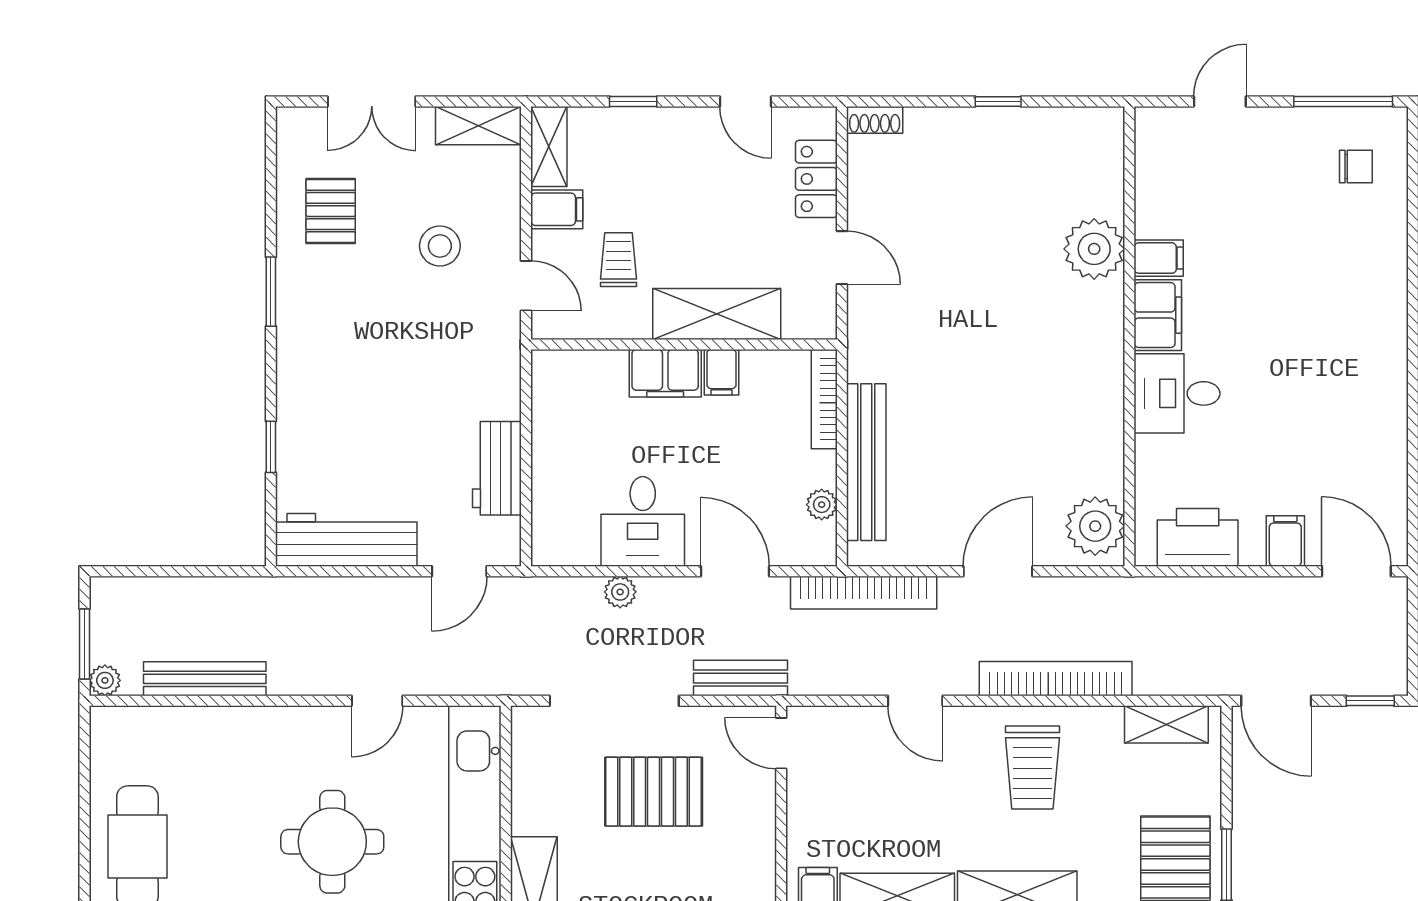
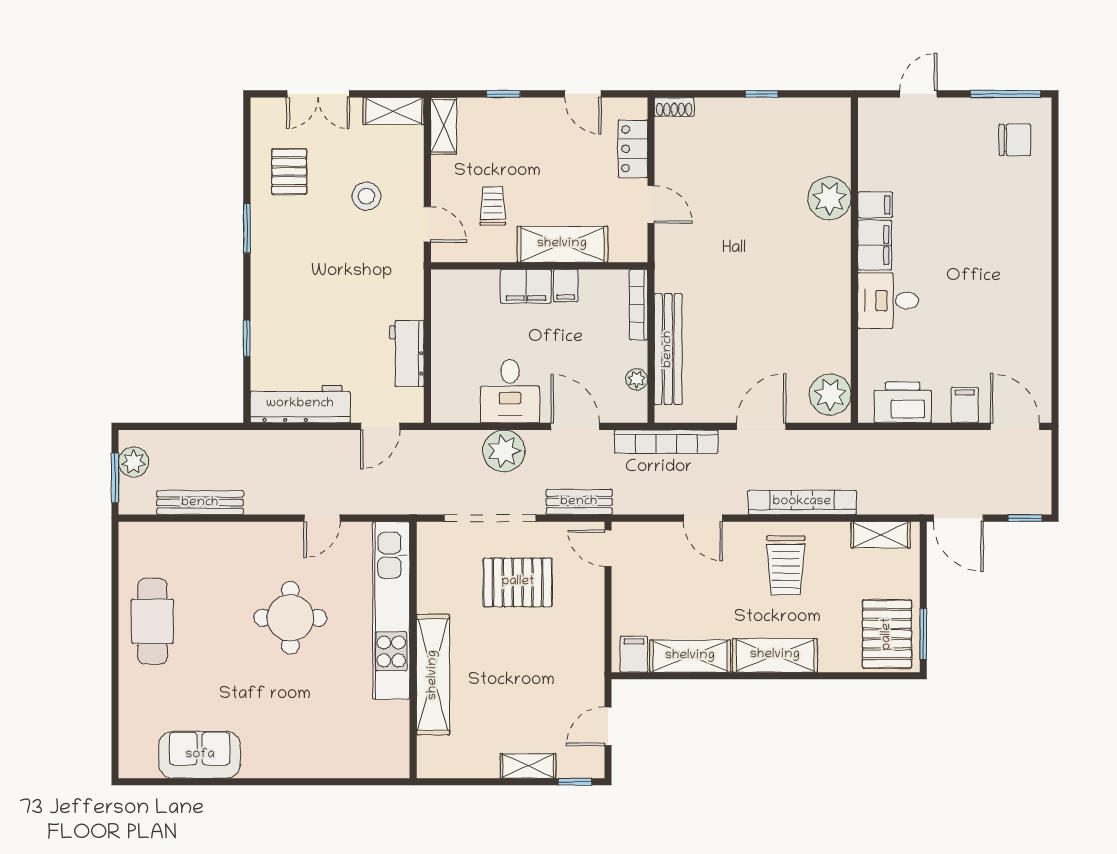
chair: (1356, 166) -> (1015, 140), width x1.37, depth x1.37
filing cabinet: (557, 209) -> (449, 170), removed
plant: (620, 592) -> (504, 451), width x1.88, depth x1.88
plant: (105, 680) -> (134, 462), moved, width x1.38, depth x1.38

